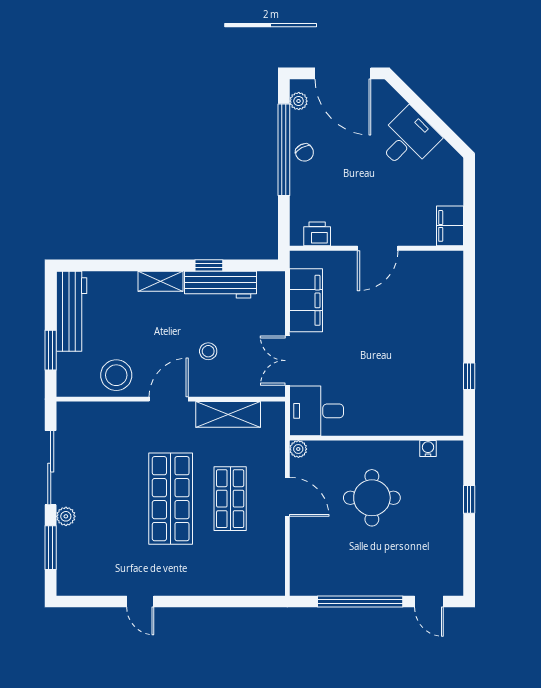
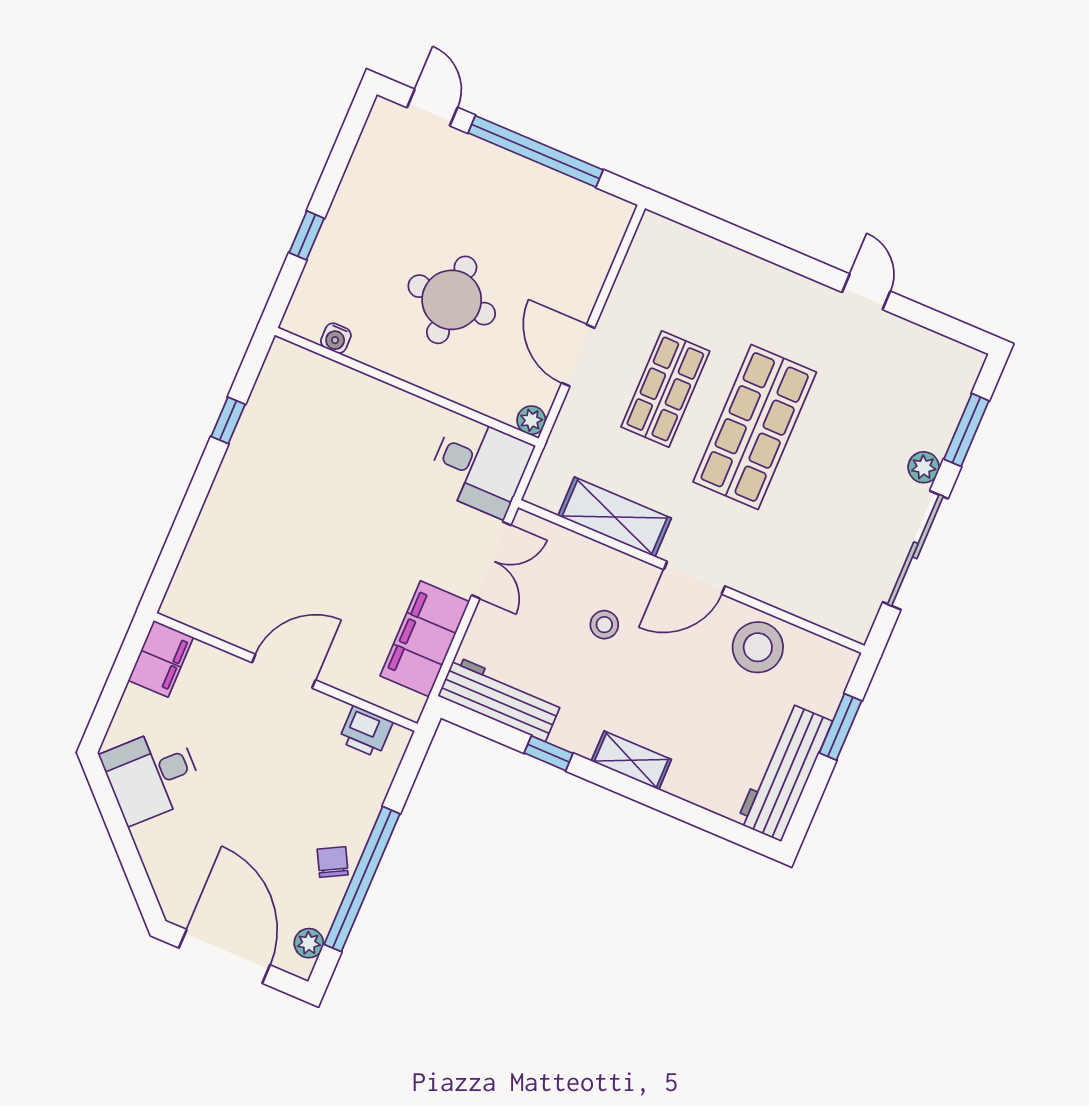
desk: (408, 139) -> (152, 775), moved
workbench: (221, 285) -> (500, 699), moved

